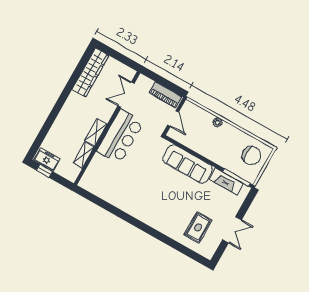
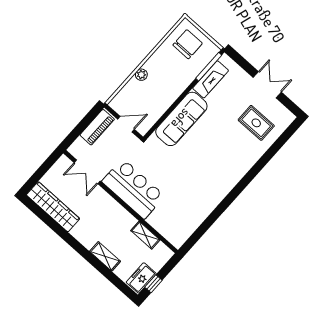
shelving: (96, 132) -> (105, 256), moved

